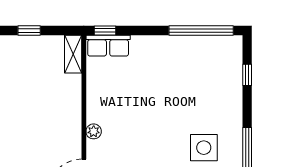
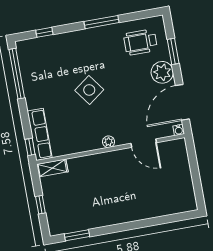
row of seats: (108, 46) -> (40, 134), width x1.48
side table: (204, 148) -> (89, 90), moved, turned -36

